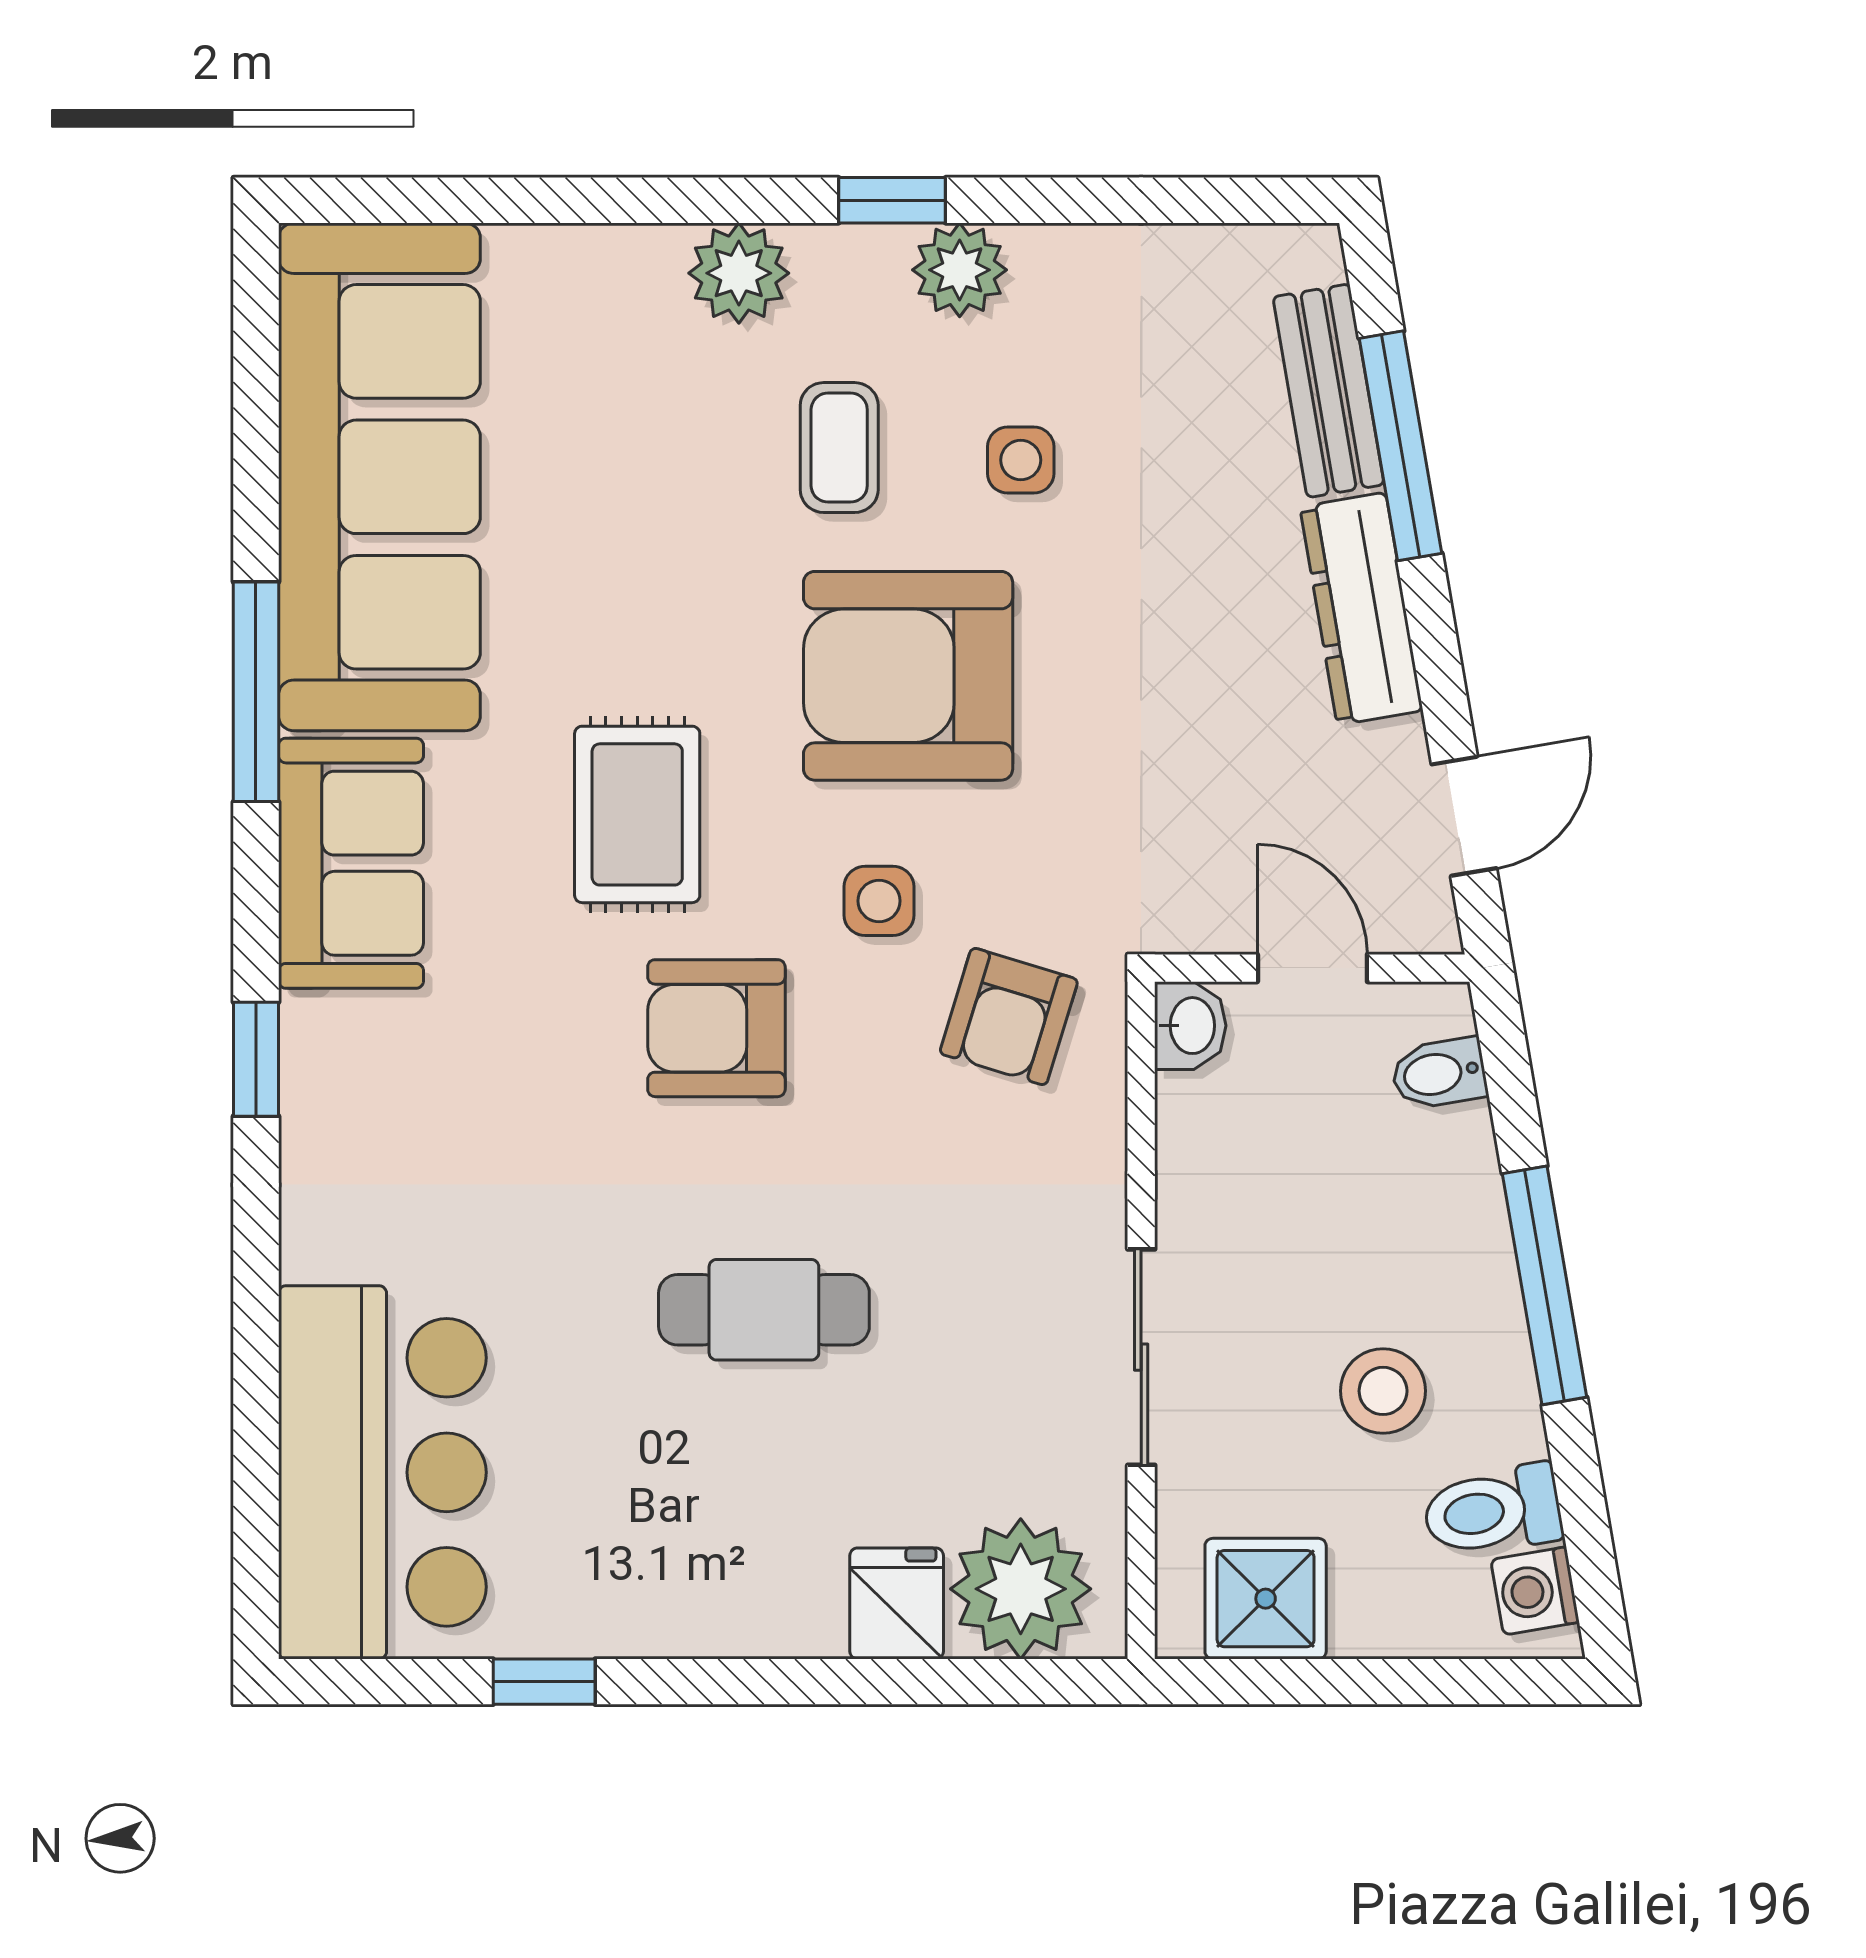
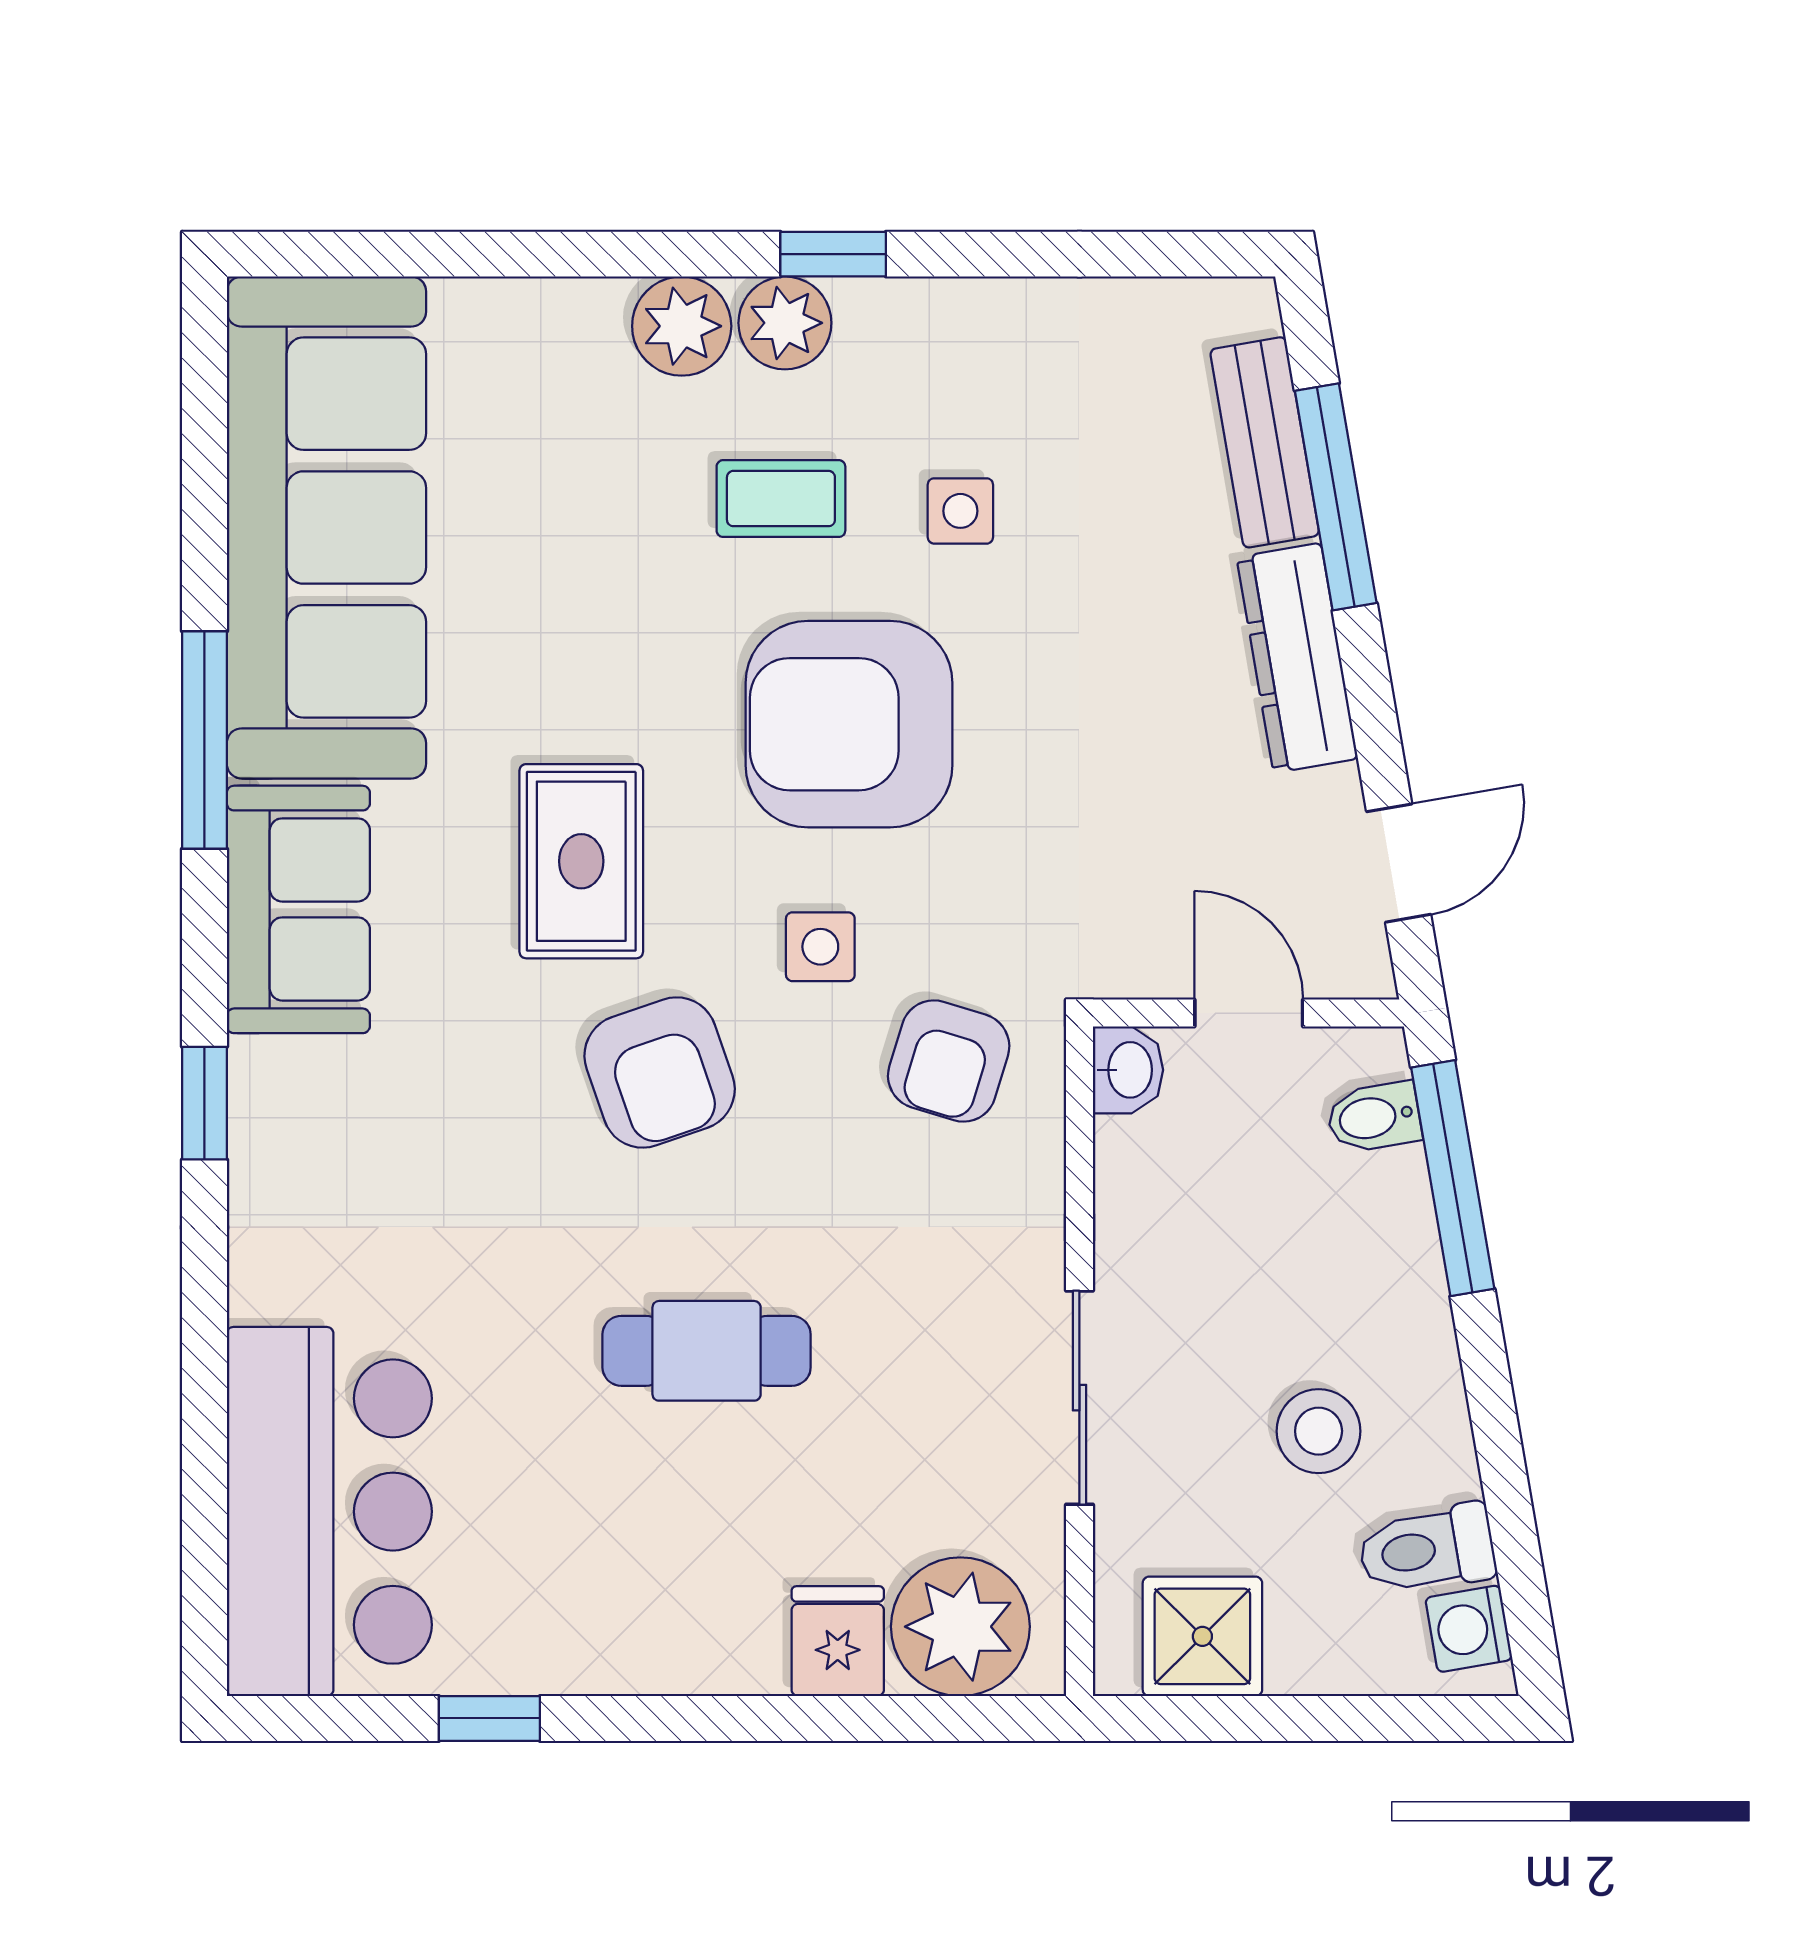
plant: (960, 270) -> (785, 323), moved
coffee table: (839, 448) -> (781, 499), turned 90
armchair: (716, 1028) -> (660, 1073), turned -109
window: (1545, 1285) -> (1453, 1178), moved

